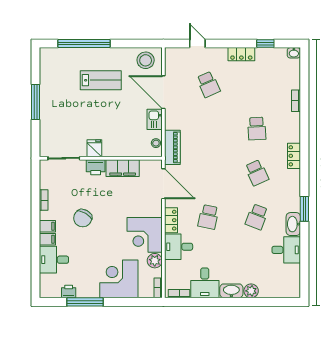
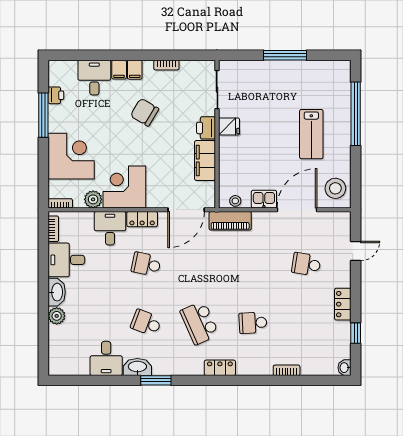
school desk: (208, 84) -> (306, 264), turned 33
school desk: (257, 173) -> (199, 323), width x1.85

